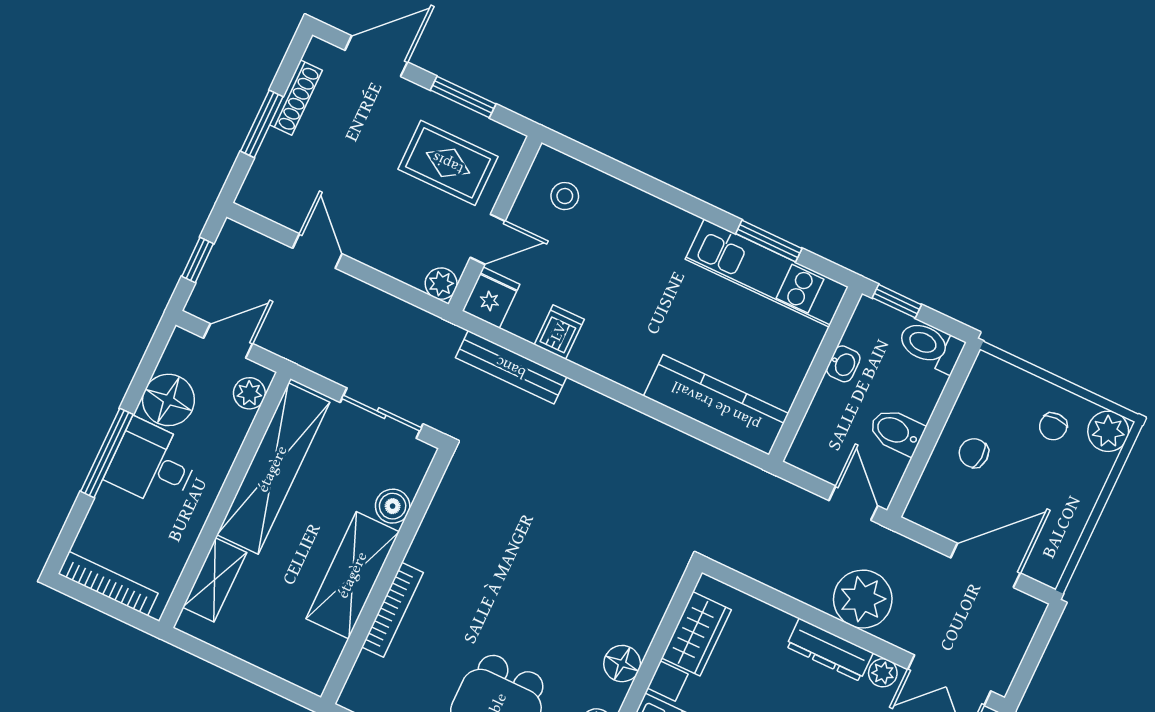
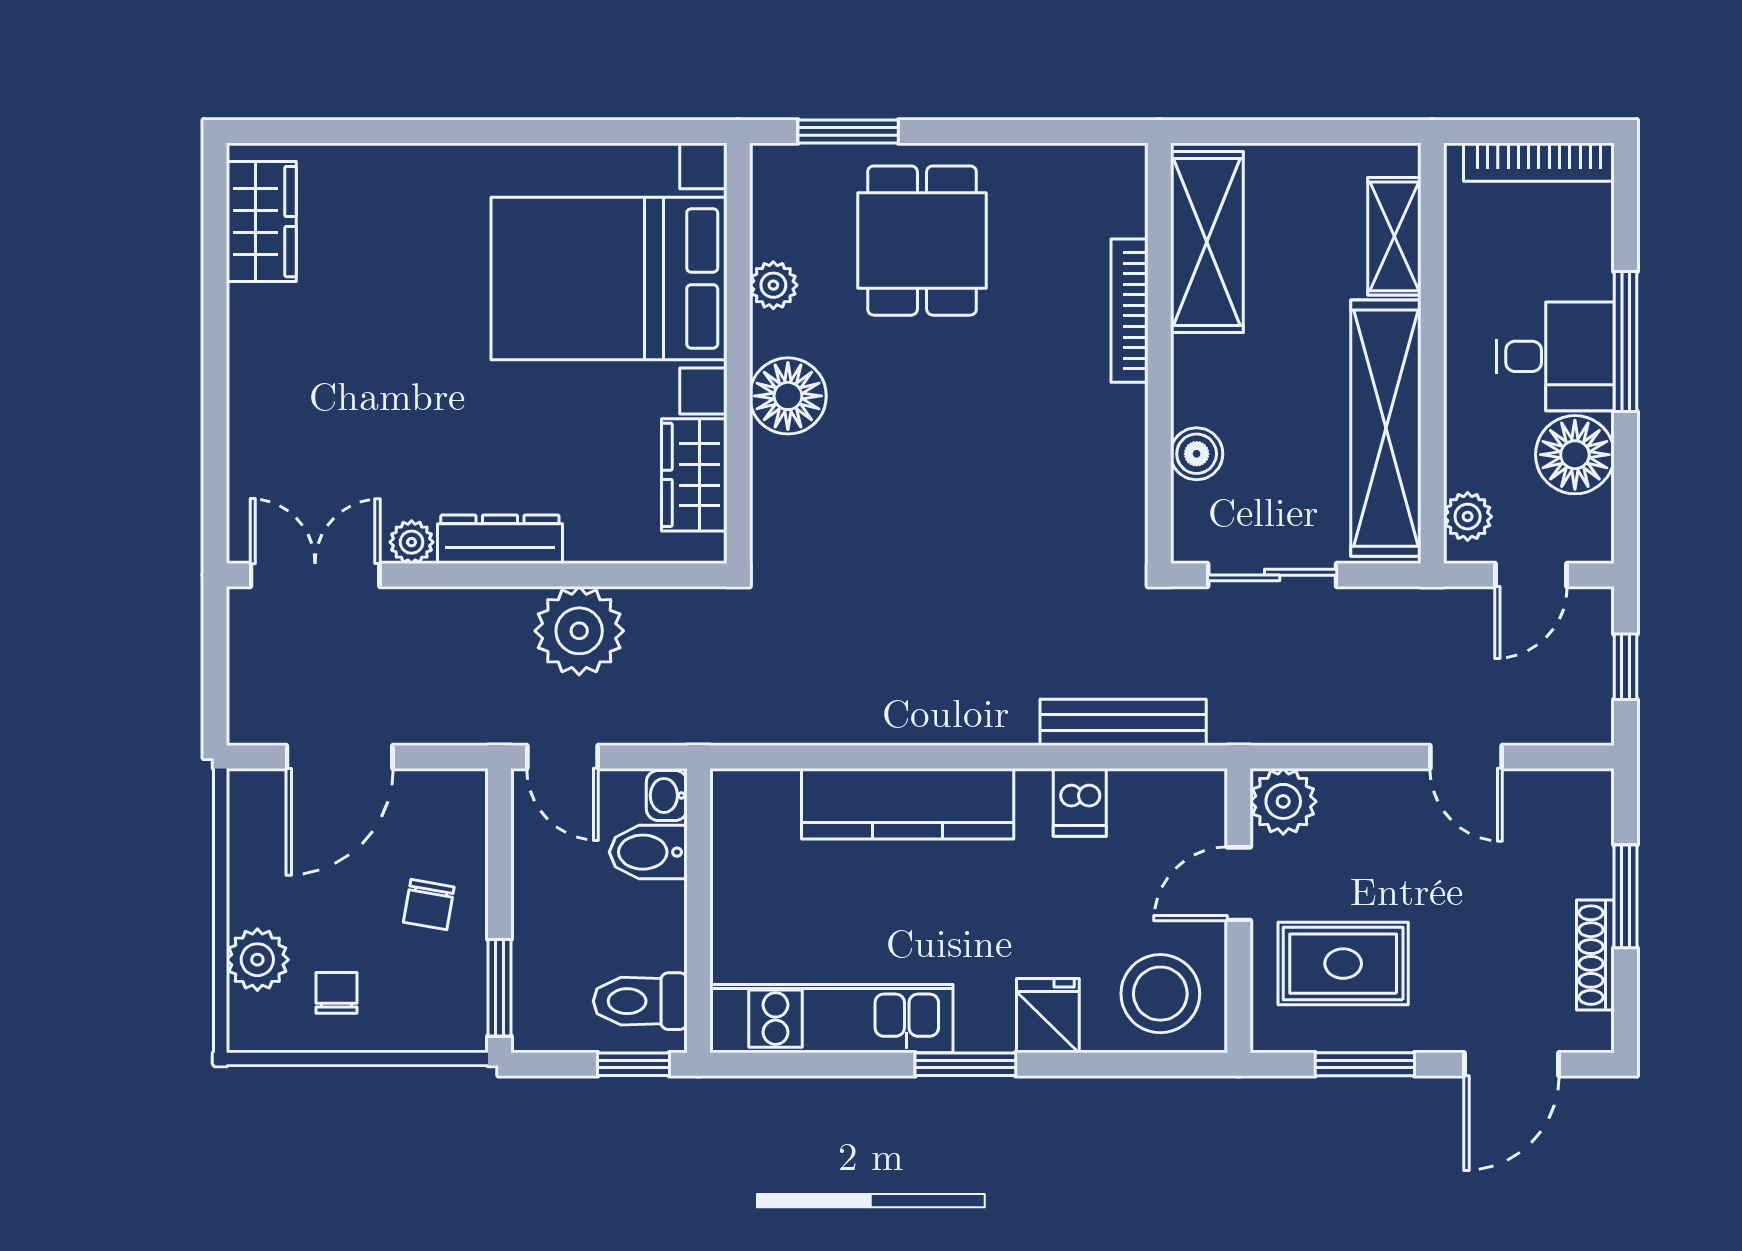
stool: (565, 196) -> (1160, 994), width x1.89, depth x1.89
window: (769, 241) -> (965, 1064), moved
plant: (441, 284) -> (1283, 801), width x1.38, depth x1.38
fridge: (491, 298) -> (1048, 1016), moved, turned 180
toilet: (931, 346) -> (640, 1001), moved, turned 180
washbasin: (843, 364) -> (667, 795), moved
window: (955, 384) -> (499, 988), added
kitchen counter: (716, 405) -> (908, 804), moved
bidet: (896, 431) -> (648, 852), moved, turned 180
plant: (1108, 431) -> (257, 960), moved
chair: (974, 453) -> (429, 905), turned 97
shelving: (353, 575) -> (1207, 242), moved
plant: (863, 599) -> (579, 631), moved
floor lamp: (622, 664) -> (788, 396), width x1.38, depth x1.38

